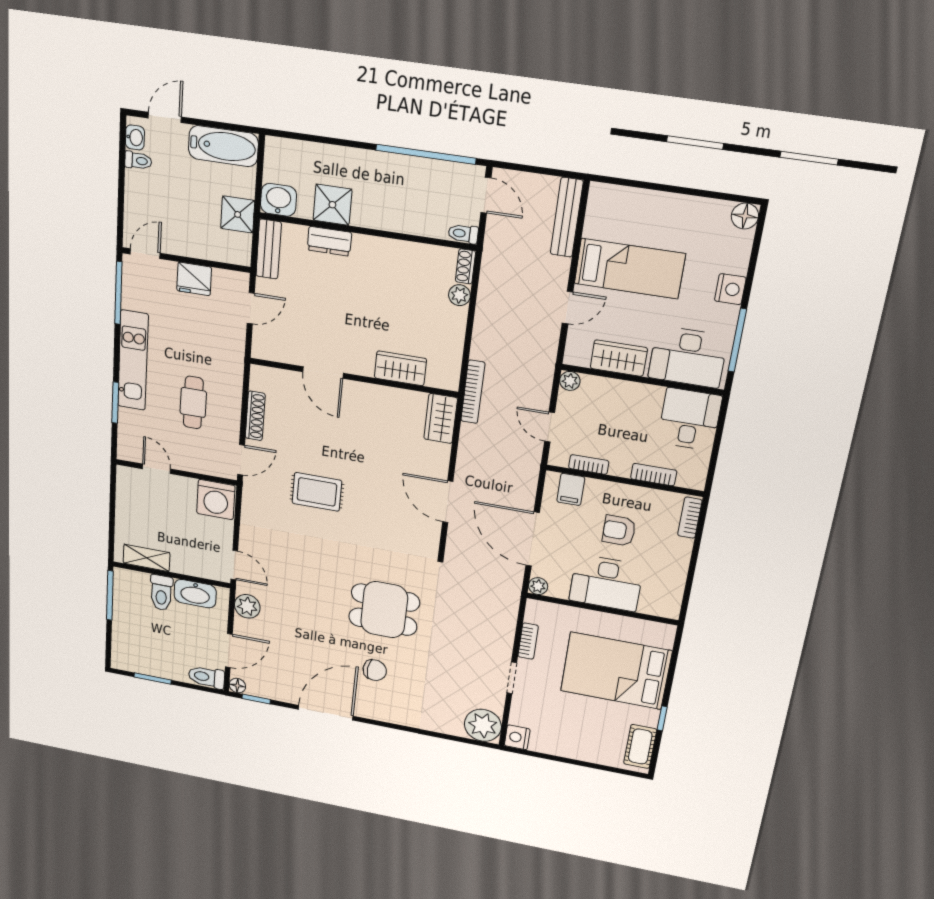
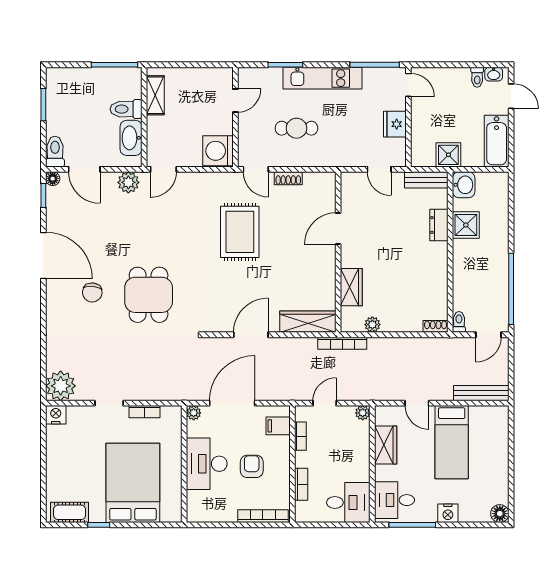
plant: (459, 295) -> (372, 325), moved
desk: (688, 357) -> (394, 500), width x0.73
shoe rack: (255, 416) -> (288, 178), width x0.70
wardrobe: (441, 418) -> (308, 322), width x1.50
rug: (317, 492) -> (240, 232), width x1.36, depth x1.43
bookcase: (690, 518) -> (263, 516), width x1.56

